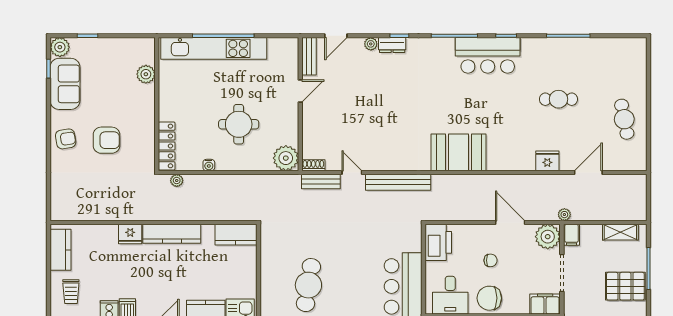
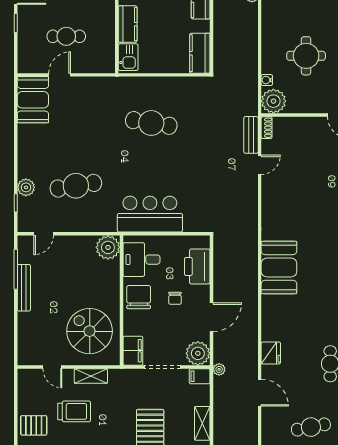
water cooler: (209, 165) -> (267, 80), moved
bench: (398, 182) -> (250, 209), removed
printer: (438, 242) -> (197, 266), moved, turned 90

